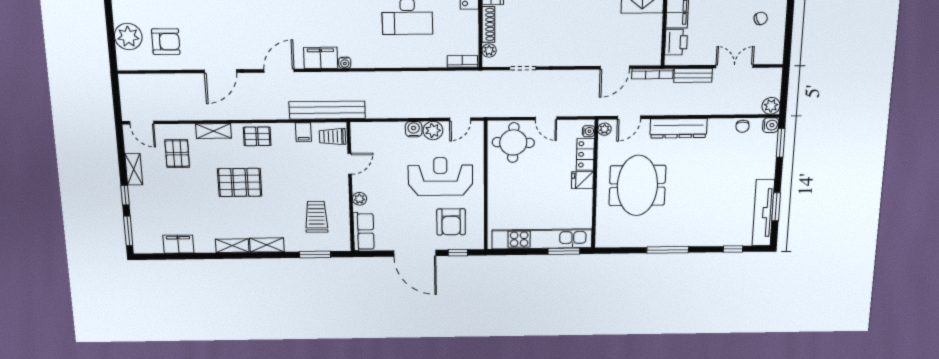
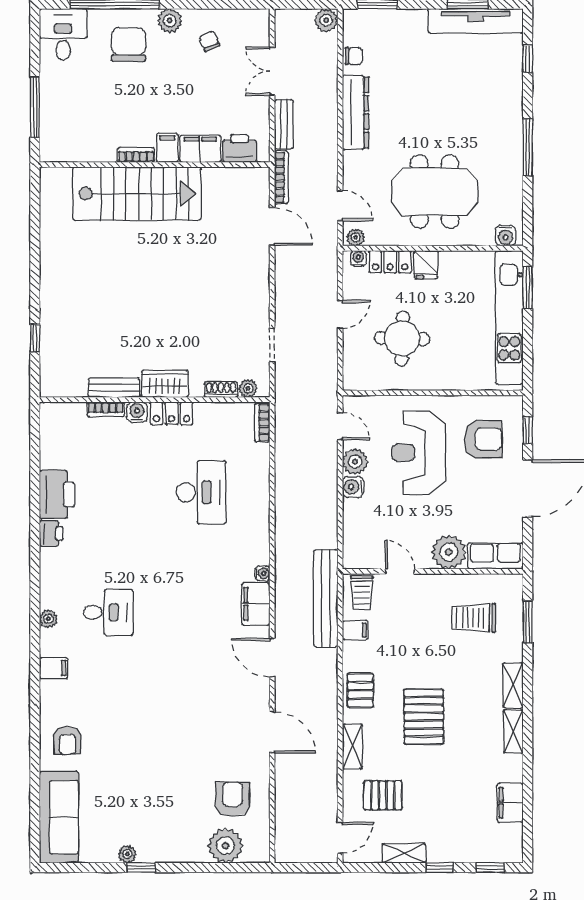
shoe rack: (488, 24) -> (221, 389), width x0.70
water cooler: (771, 125) -> (506, 236), moved, turned 180
dresser: (678, 128) -> (356, 112), moved
round table: (513, 143) -> (402, 339), moved
plant: (359, 199) -> (449, 552), width x1.88, depth x1.88
window: (128, 231) -> (490, 868), width x0.67

